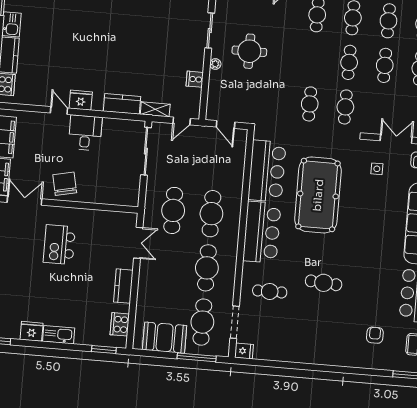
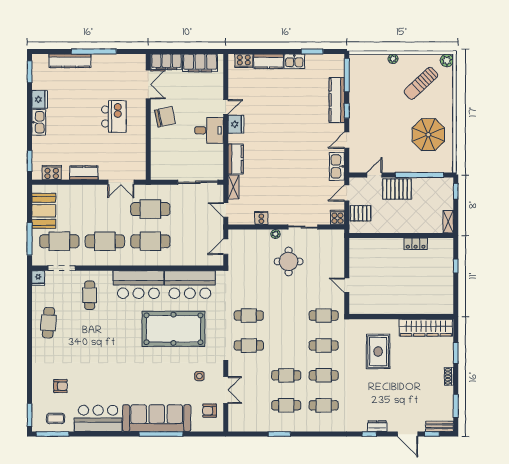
cafe table: (349, 62) -> (286, 345), removed
kitchen island: (59, 245) -> (114, 116), turned 90
cafe table: (324, 283) -> (48, 323), moved

